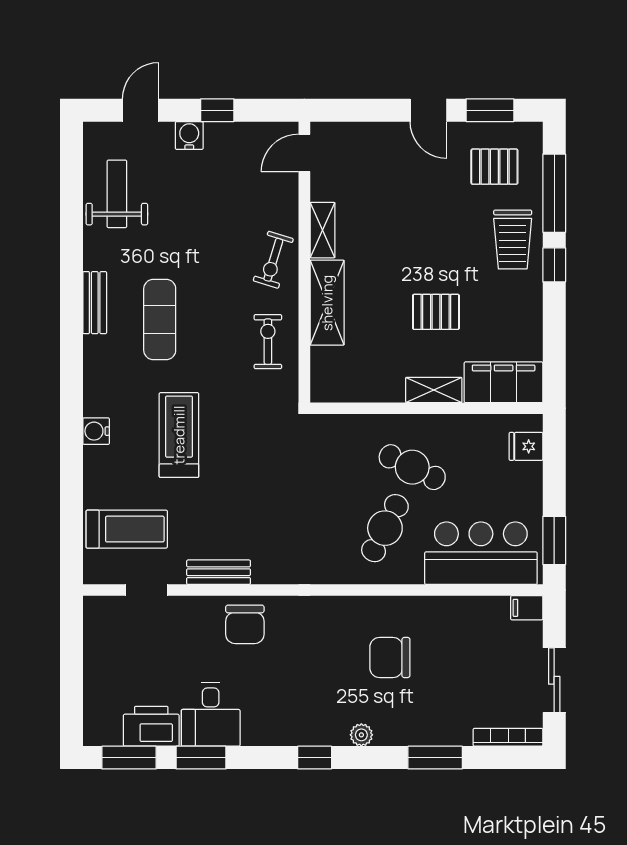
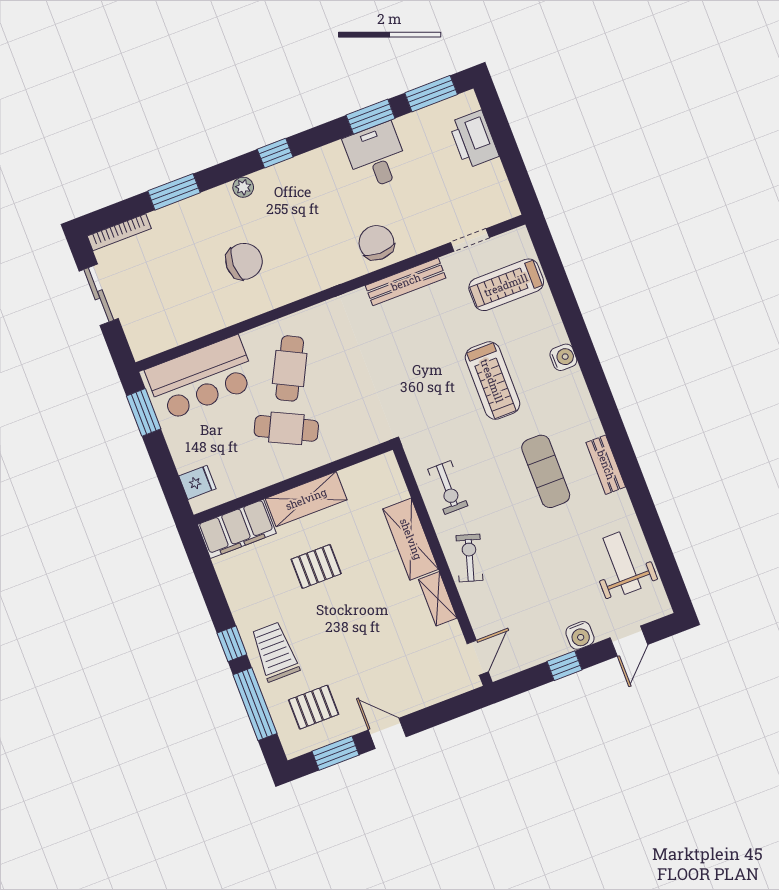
weight bench: (117, 194) -> (622, 563), turned 180
shelving: (434, 390) -> (306, 499), width x1.50, depth x1.33
bench: (219, 572) -> (406, 282), width x1.36
filing cabinet: (527, 608) -> (145, 347), removed
printer: (151, 726) -> (474, 139), moved, turned 90

